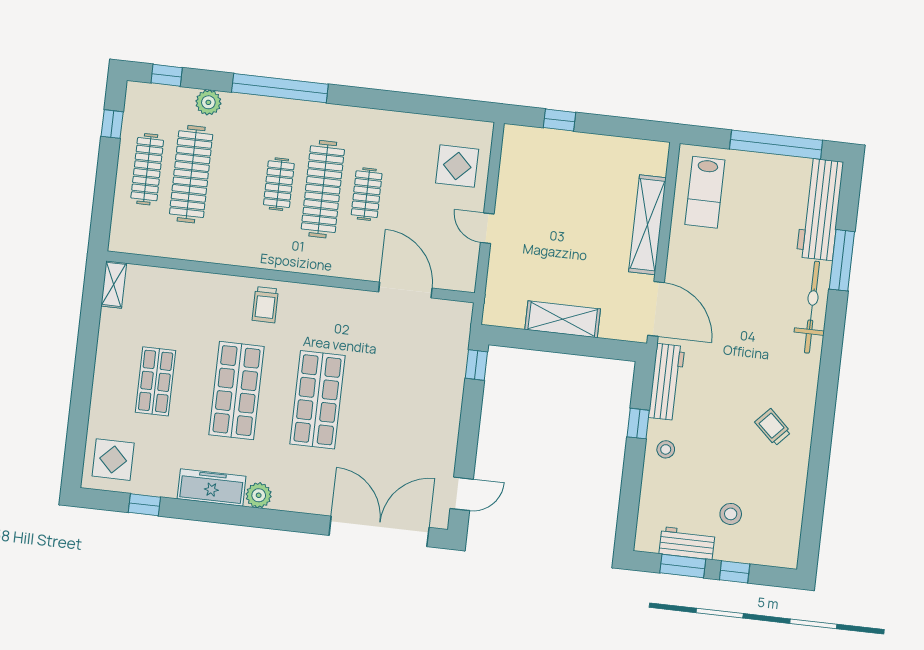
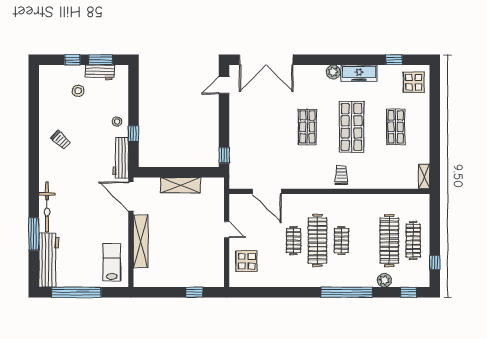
shop shelf: (318, 400) -> (307, 127), width x0.70, depth x0.74

